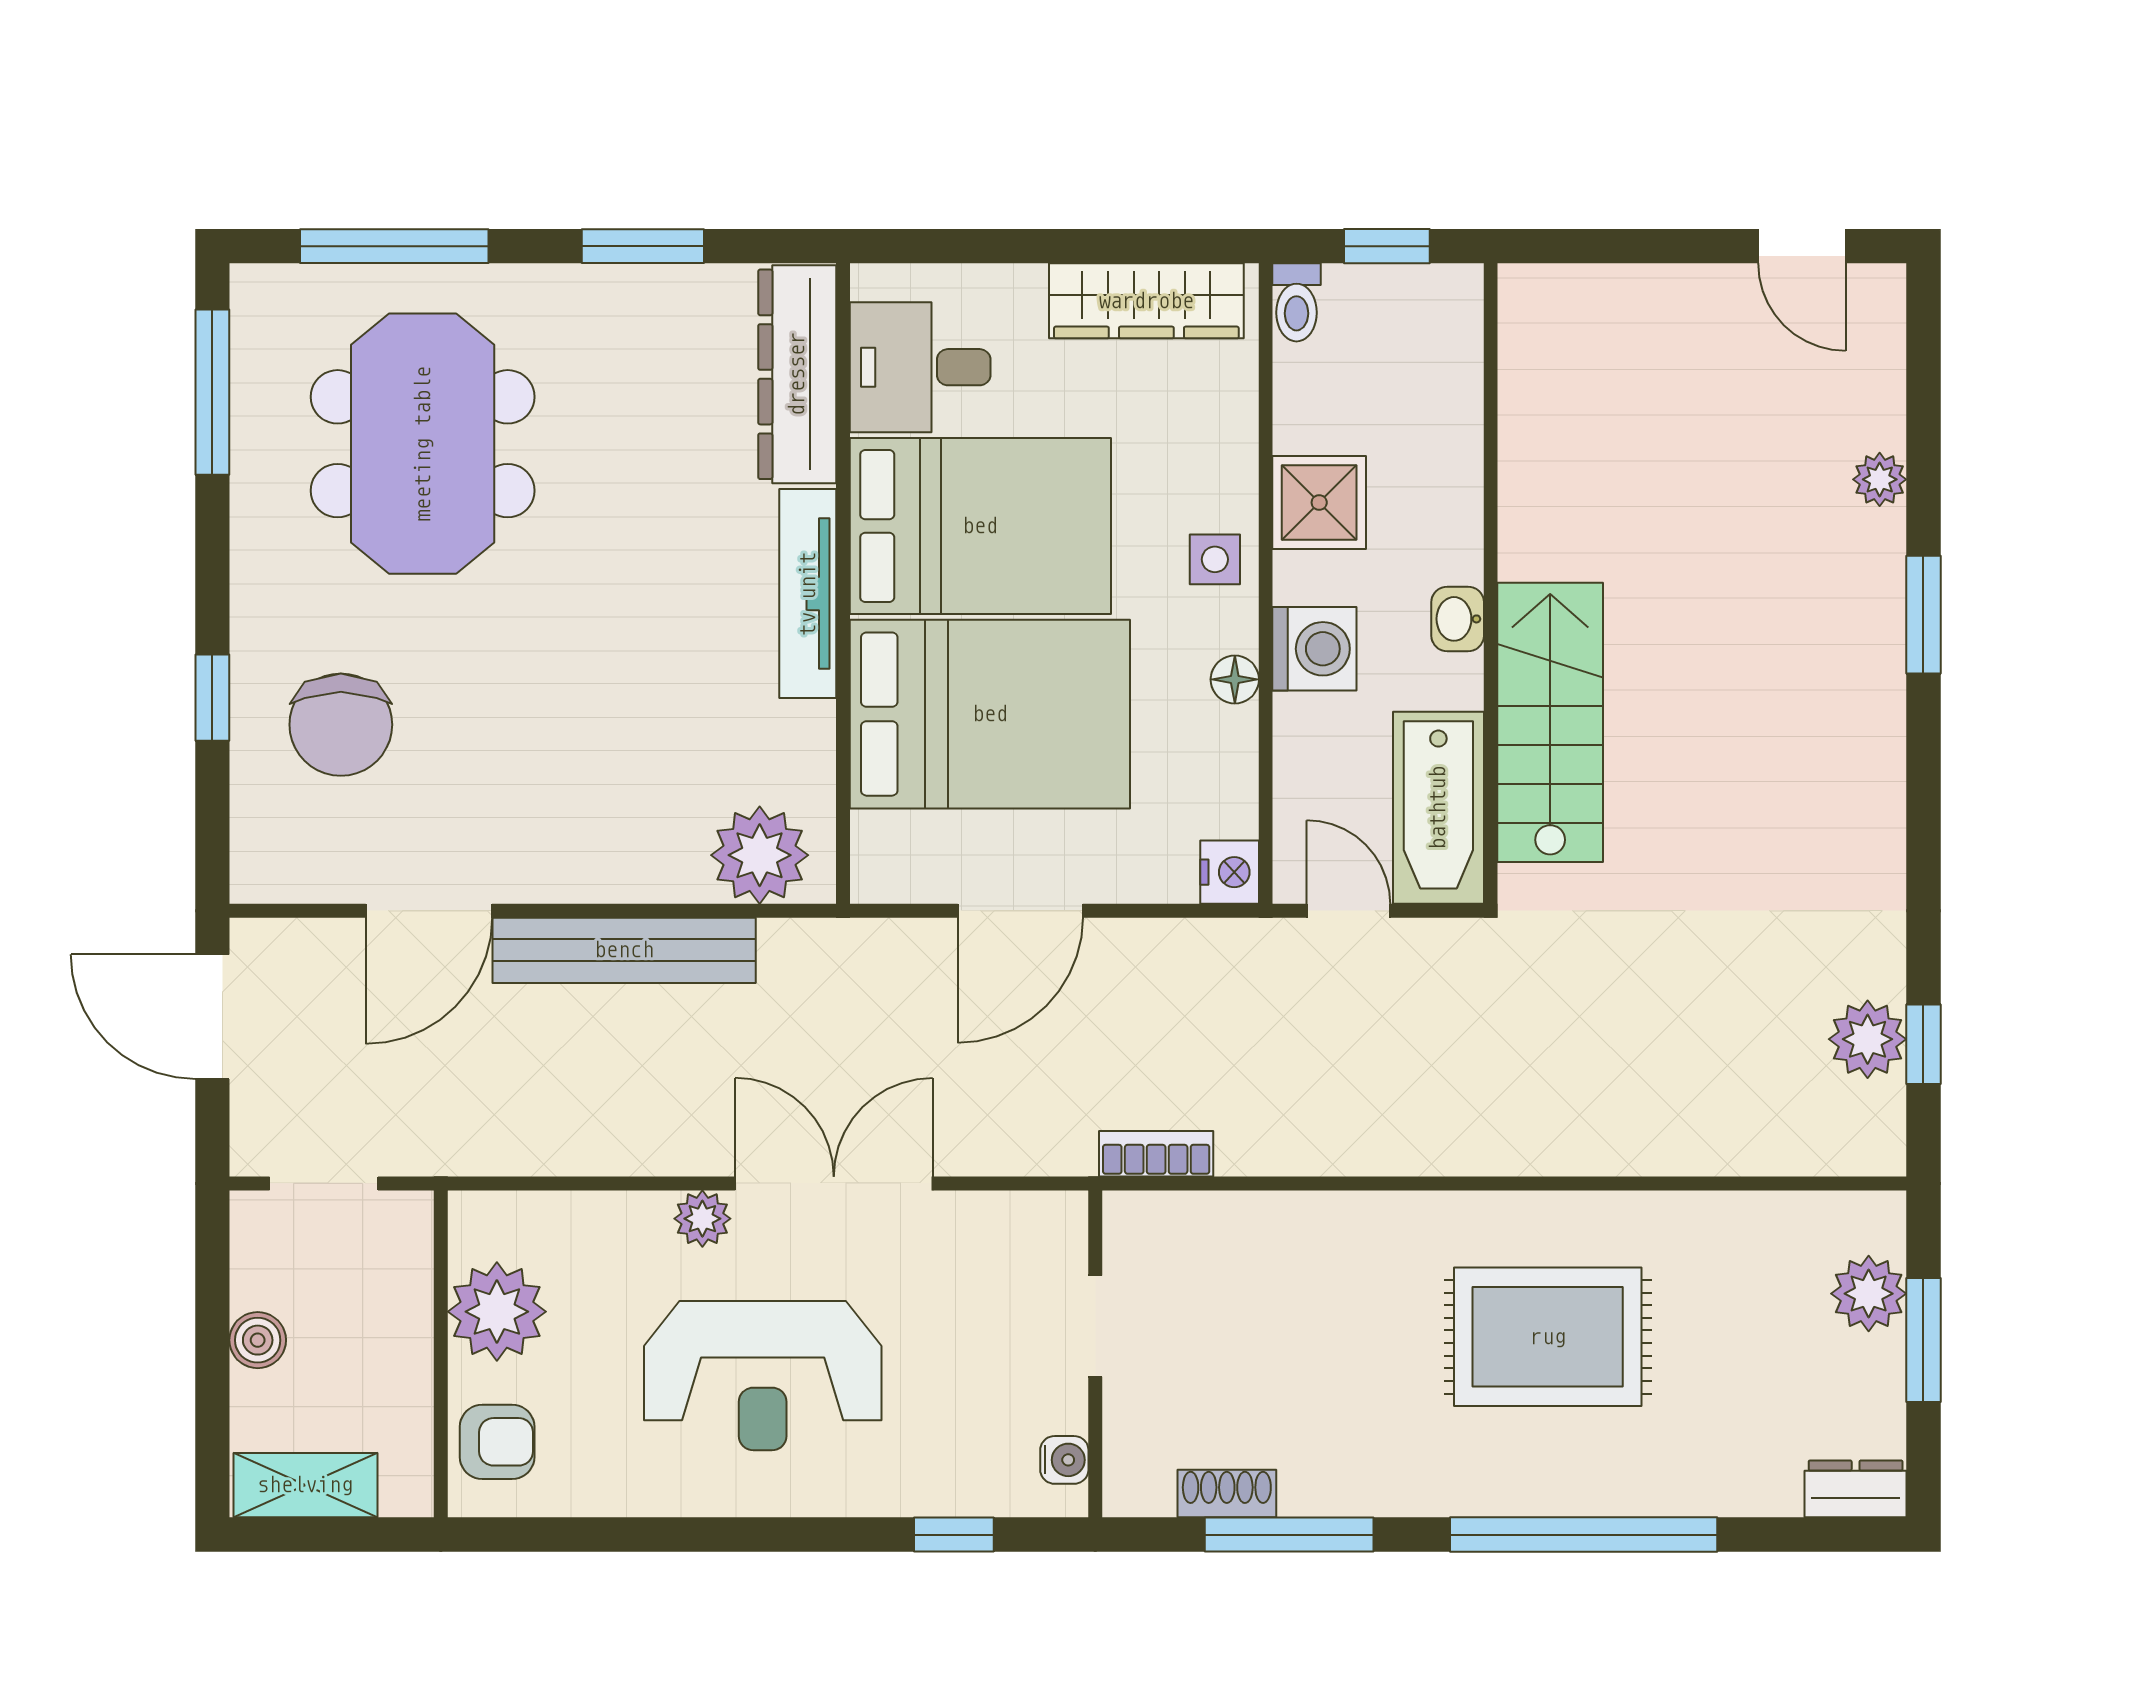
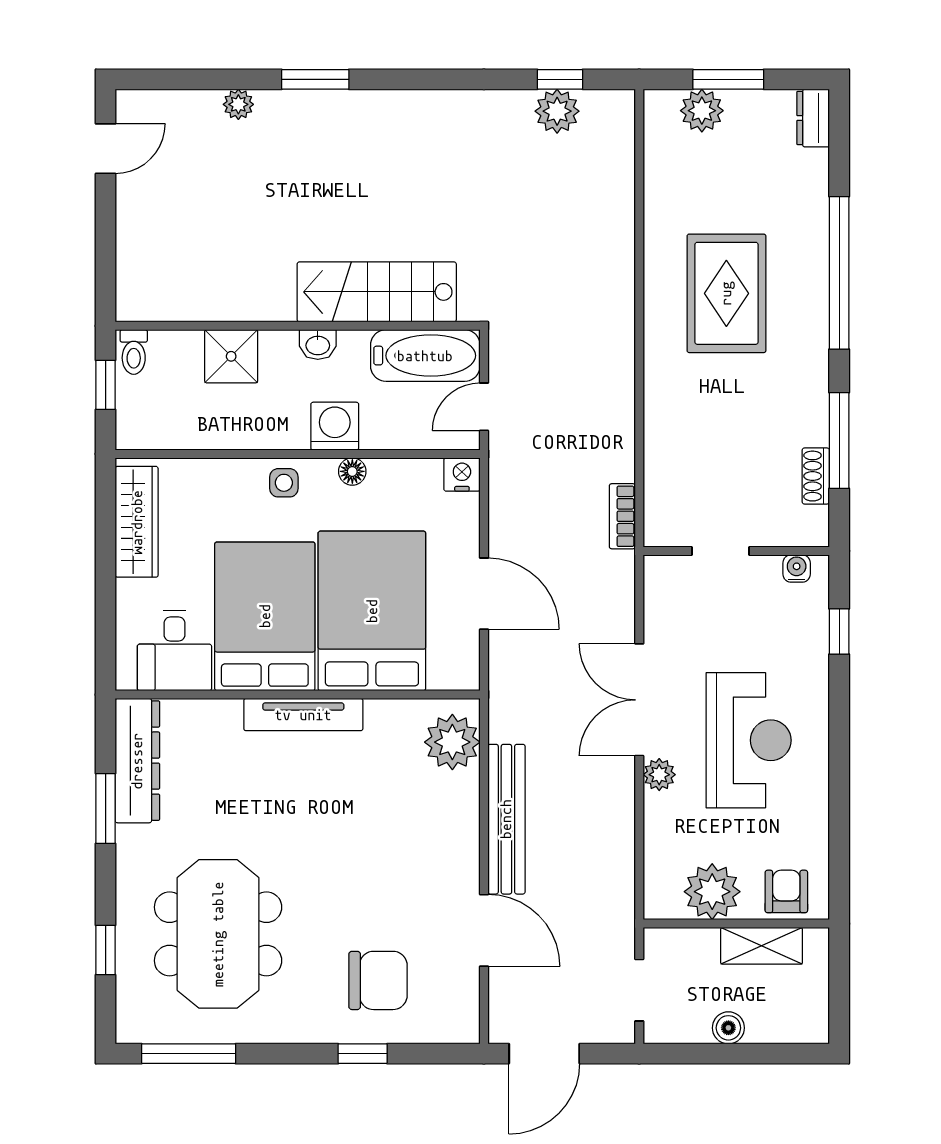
window: (394, 246) -> (106, 950), width x0.46
toilet: (1296, 302) -> (134, 352), moved, turned 90
dresser: (797, 374) -> (137, 761), moved, turned -90
meeting table: (423, 444) -> (218, 934), turned 90
shower: (1319, 502) -> (231, 356), moved
shelving: (305, 1485) -> (762, 946), moved, turned 90

